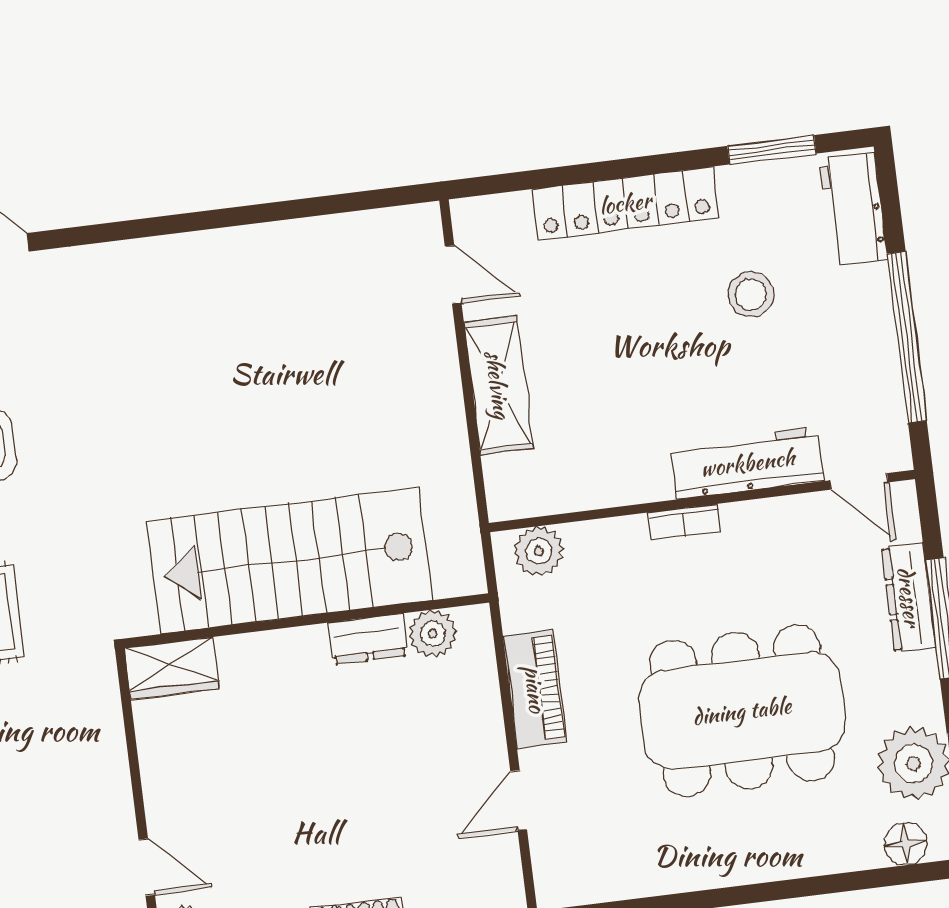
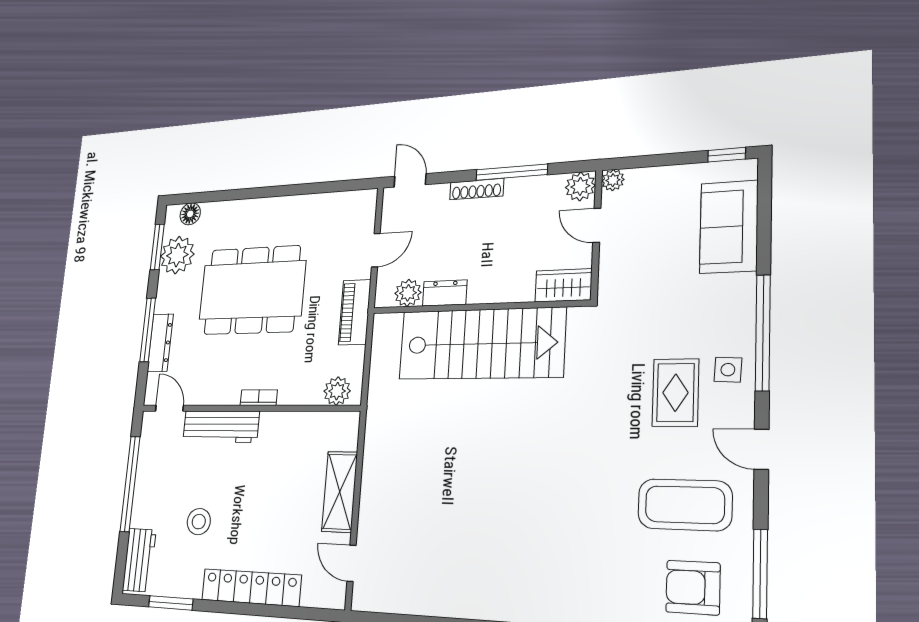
stairs: (290, 560) -> (481, 344), moved
wall: (306, 621) -> (478, 307), moved
plant: (433, 634) -> (408, 293), moved
dresser: (368, 639) -> (445, 293), moved
wardrobe: (172, 668) -> (563, 285), moved

